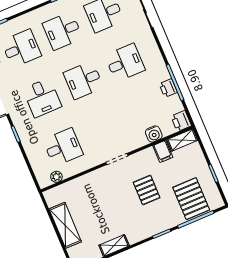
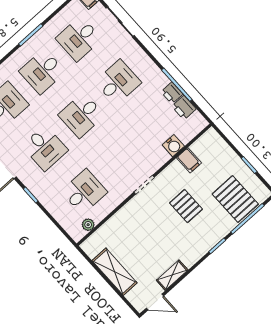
printer: (181, 121) -> (184, 108), moved
shelving: (182, 140) -> (205, 141), removed

